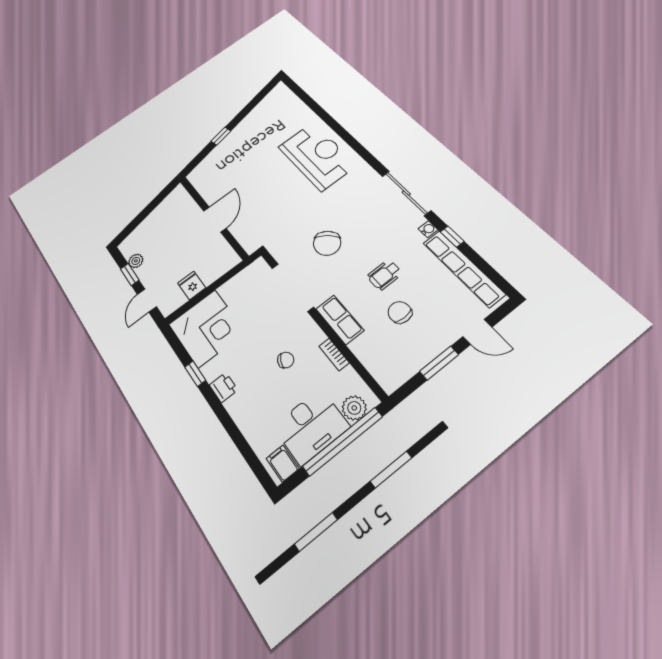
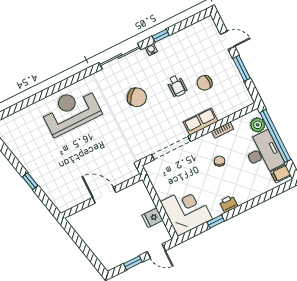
chair: (327, 243) -> (137, 97), moved
plant: (136, 261) -> (123, 258), removed
row of seats: (463, 268) -> (185, 36), removed
door: (477, 332) -> (228, 40), hinge flipped

